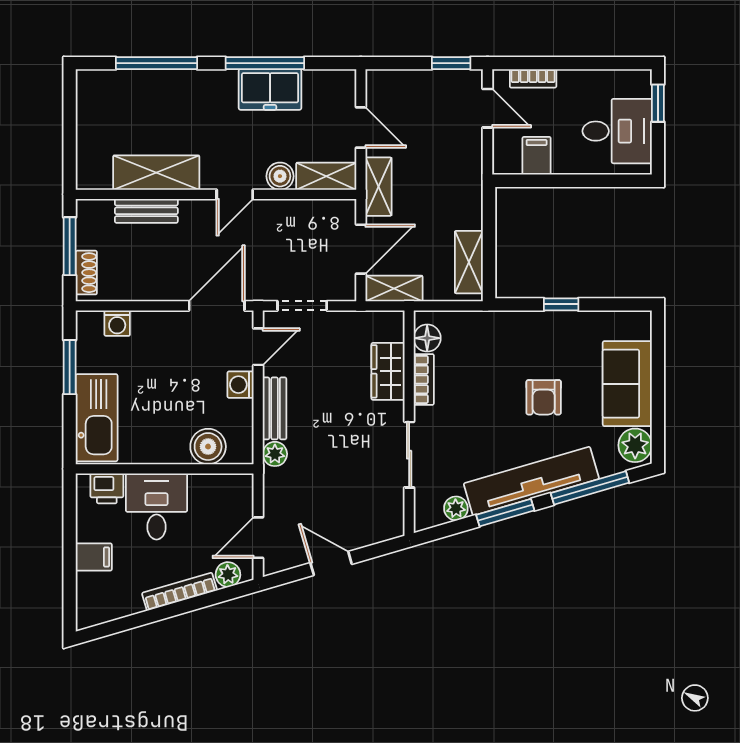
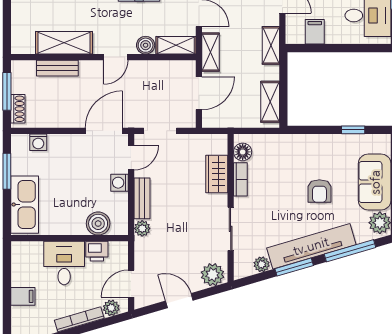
shelving: (394, 288) -> (271, 45), moved, turned 90
window: (561, 304) -> (353, 130), moved
printer: (107, 488) -> (97, 251), moved
plant: (382, 524) -> (213, 275), added

